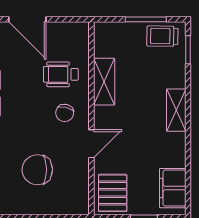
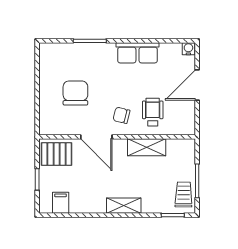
door: (91, 144) -> (96, 137), width x1.38
filing cabinet: (173, 188) -> (61, 203), width x0.50

